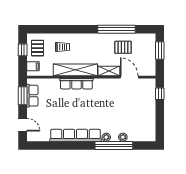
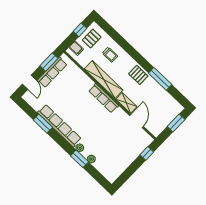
window: (117, 29) -> (160, 79), width x0.68
pallet: (123, 47) -> (138, 75), moved
row of seats: (76, 84) -> (104, 98), moved
row of seats: (32, 96) -> (52, 72), width x1.48
window: (62, 146) -> (43, 124), added
window: (114, 146) -> (79, 159), width x0.47

